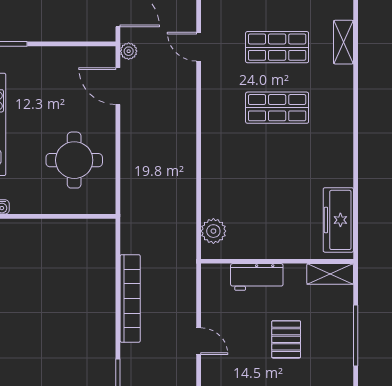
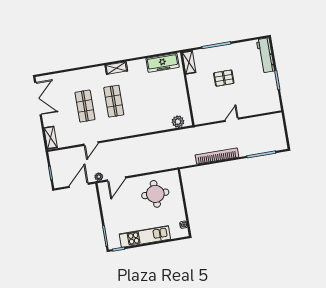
shelving: (343, 42) -> (116, 68), moved
workbench: (257, 277) -> (196, 97), removed

